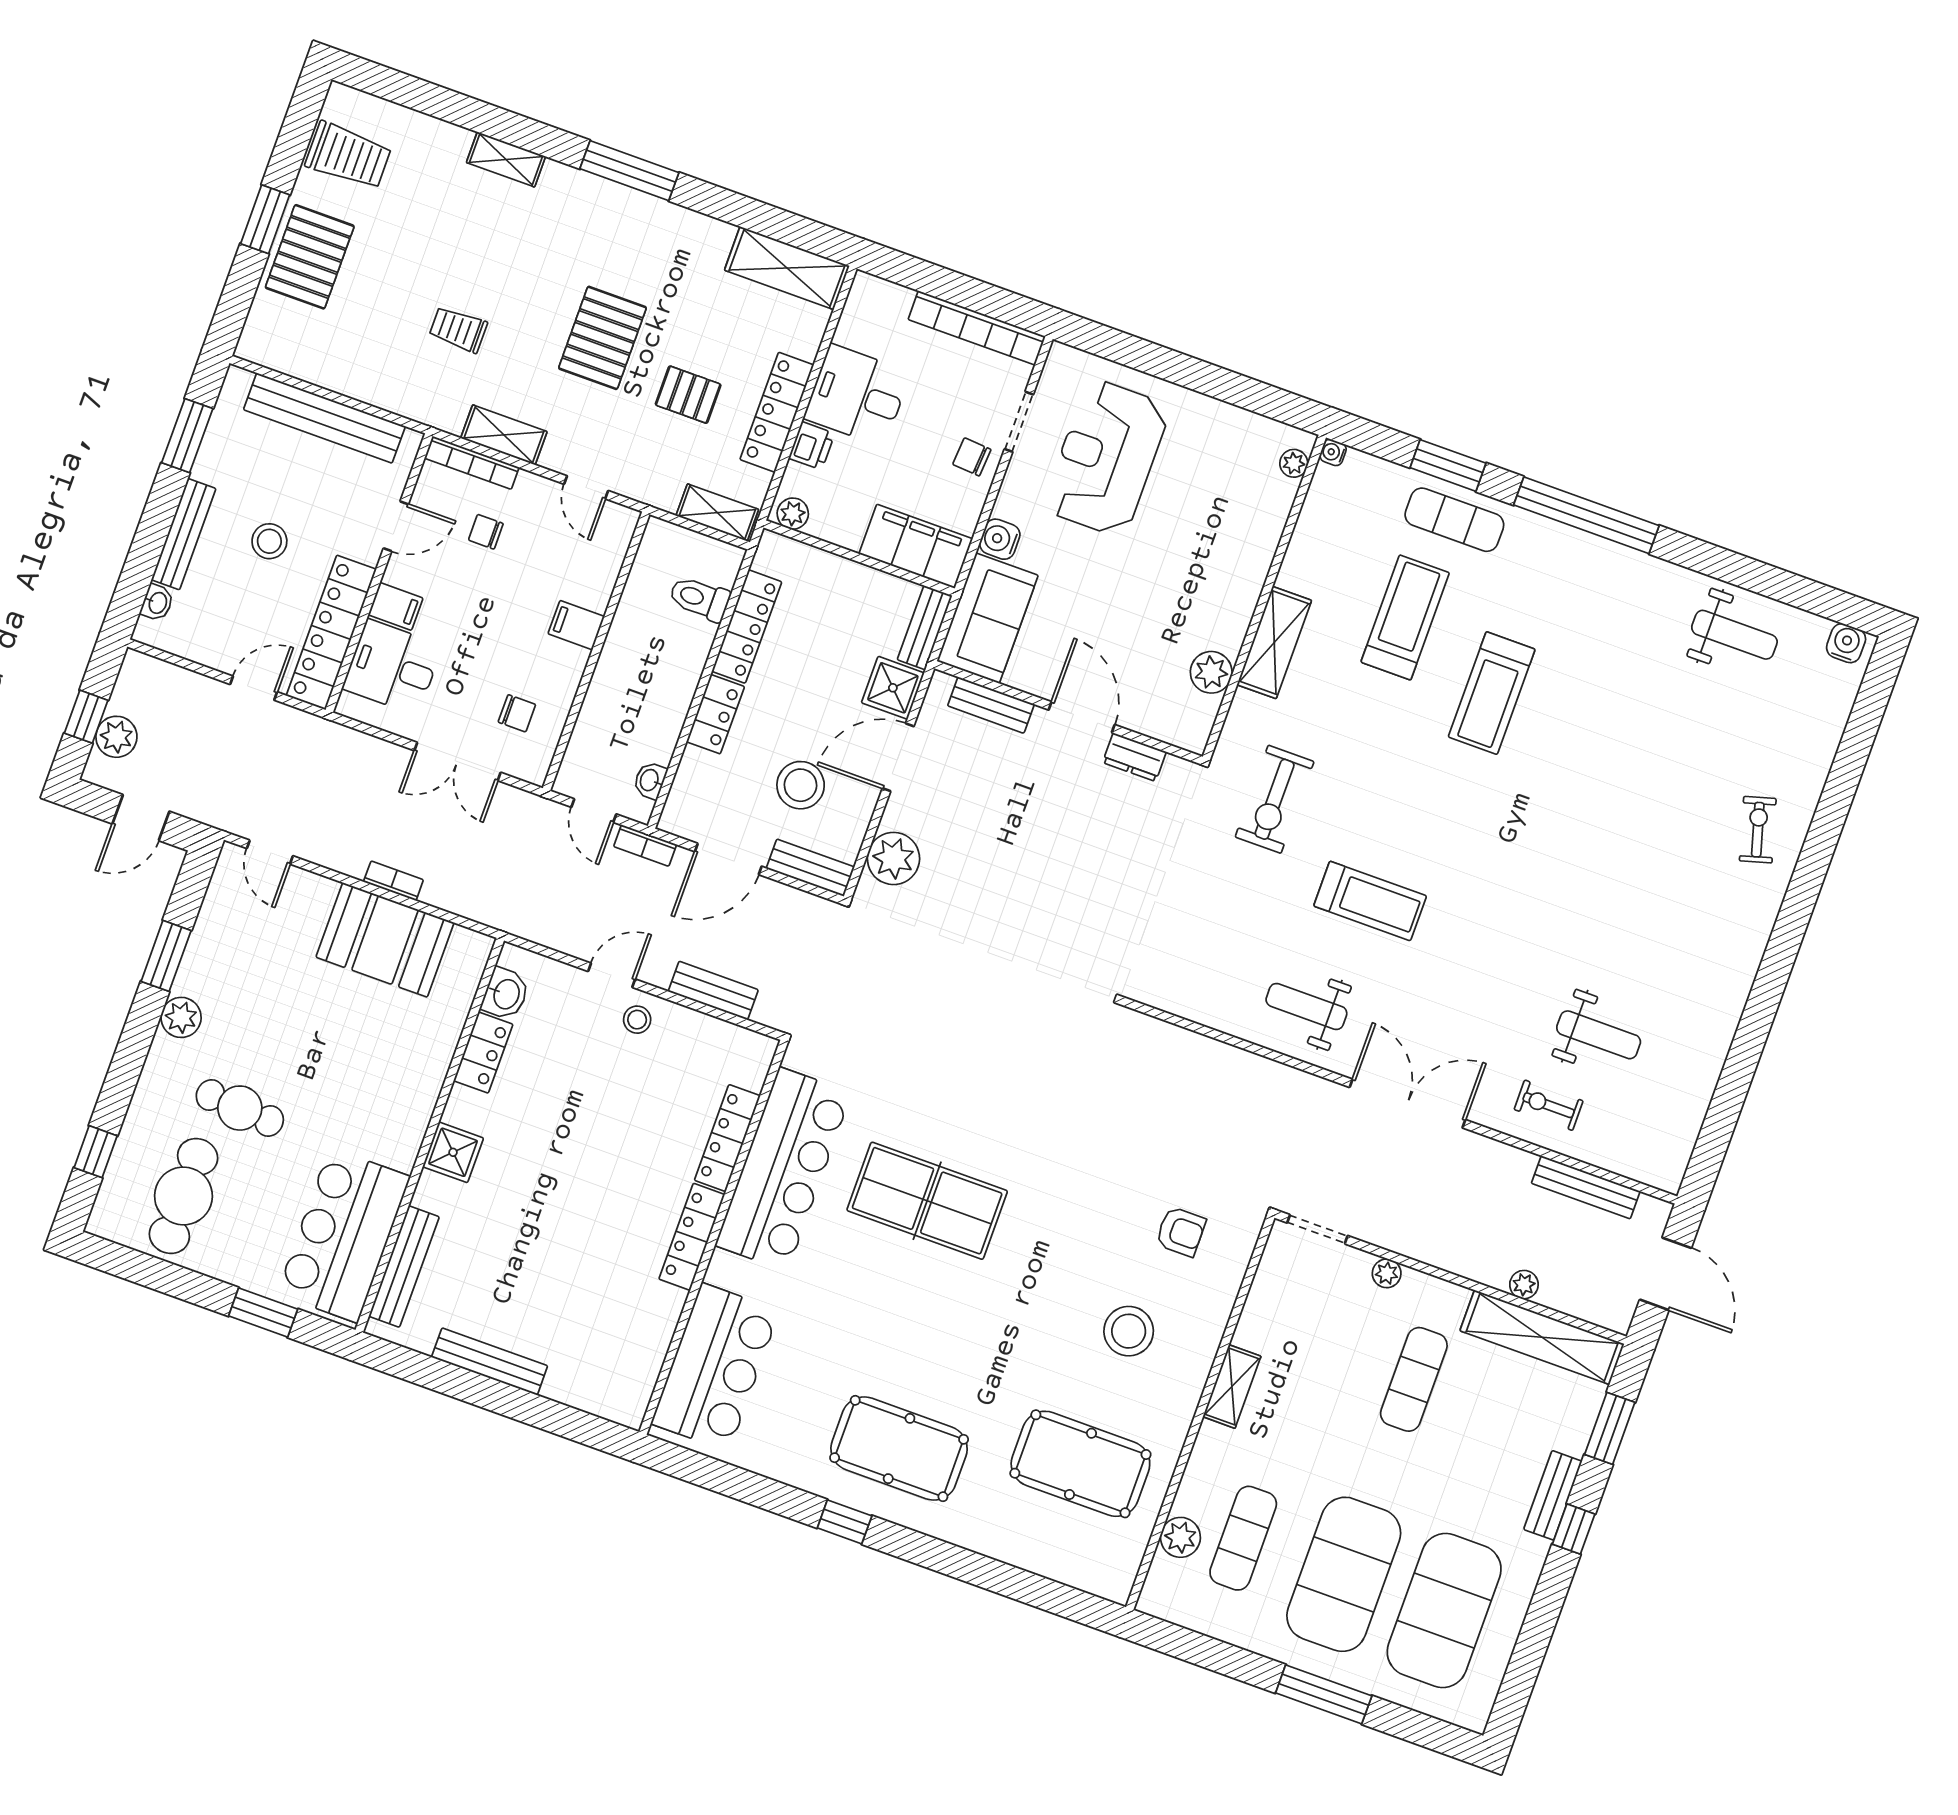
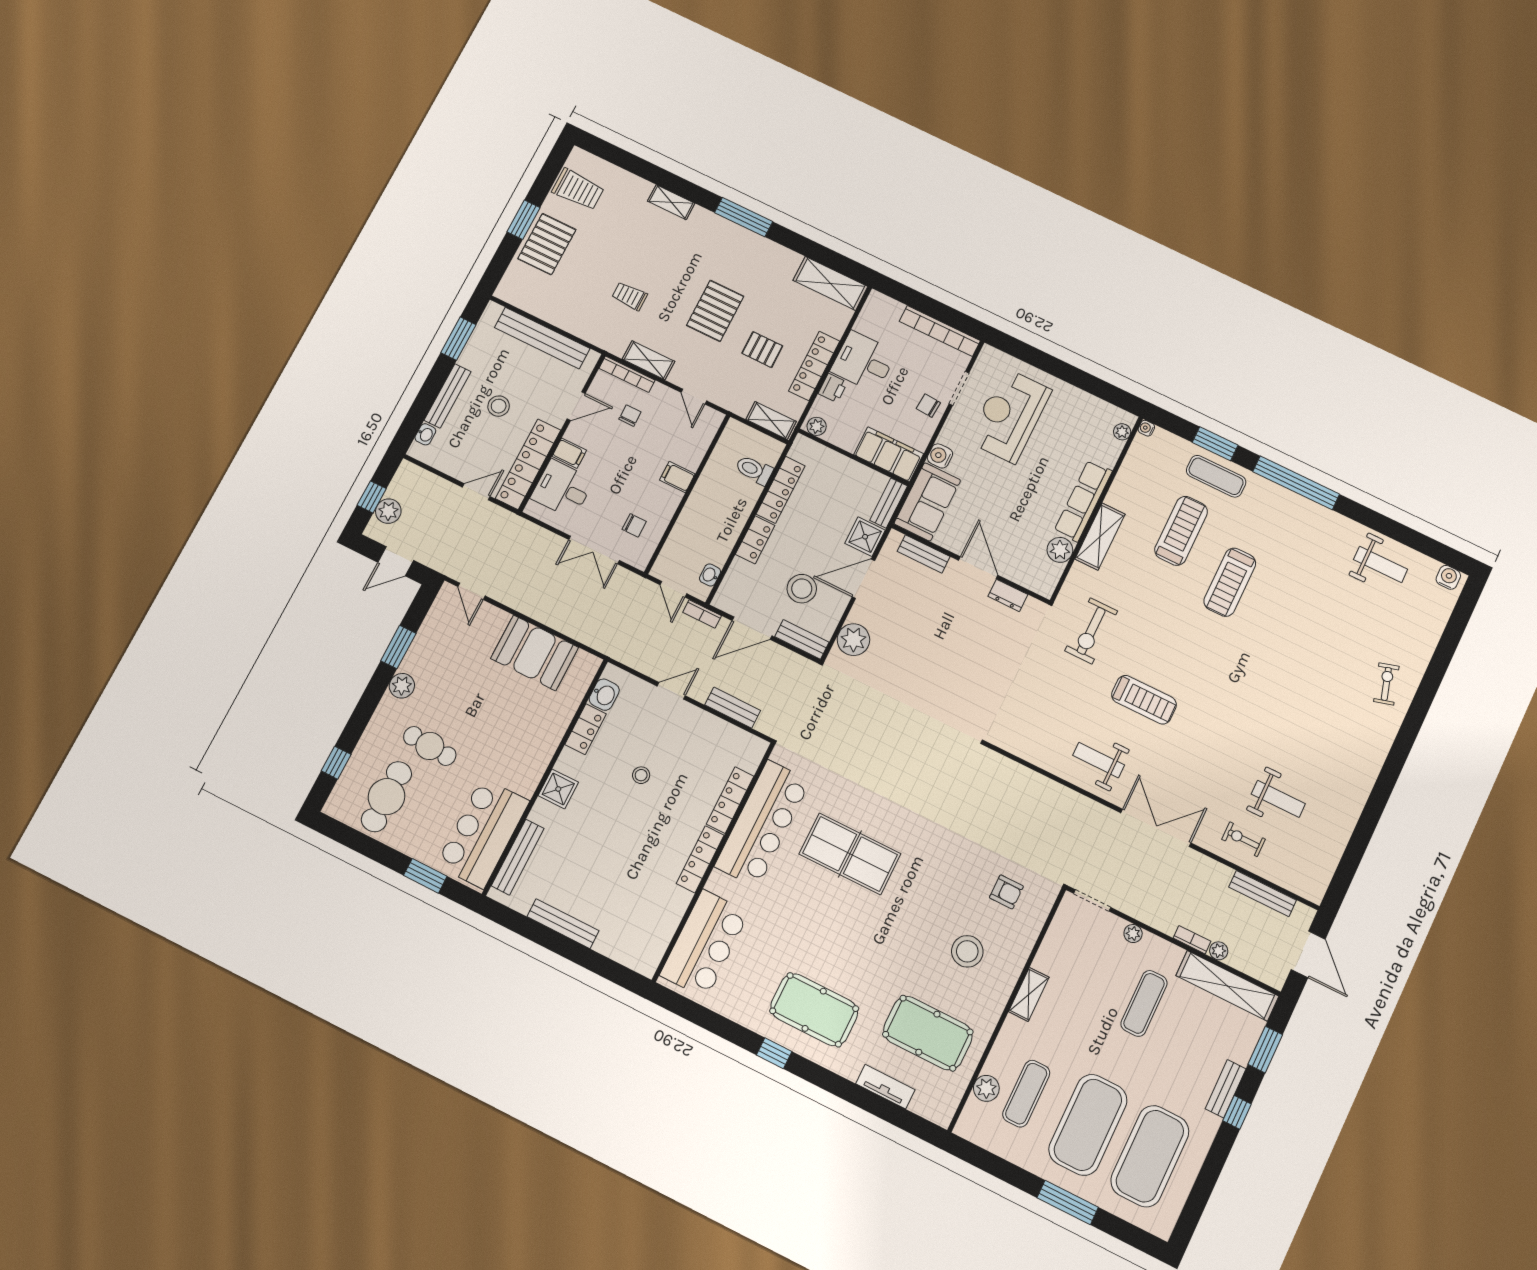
chair: (486, 532) -> (630, 416), turned 90
row of seats: (1241, 587) -> (1083, 501), added
bookcase: (393, 881) -> (1192, 940), moved
stool: (637, 1020) -> (641, 775), moved
tv unit: (1023, 1553) -> (885, 1087), added

